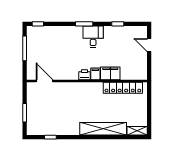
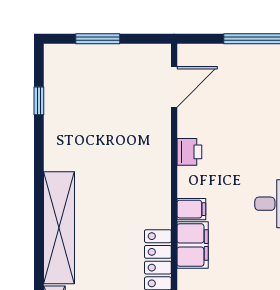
printer: (84, 75) -> (189, 152), moved

